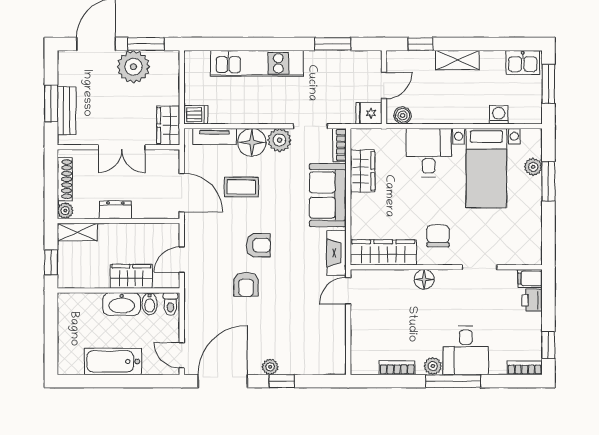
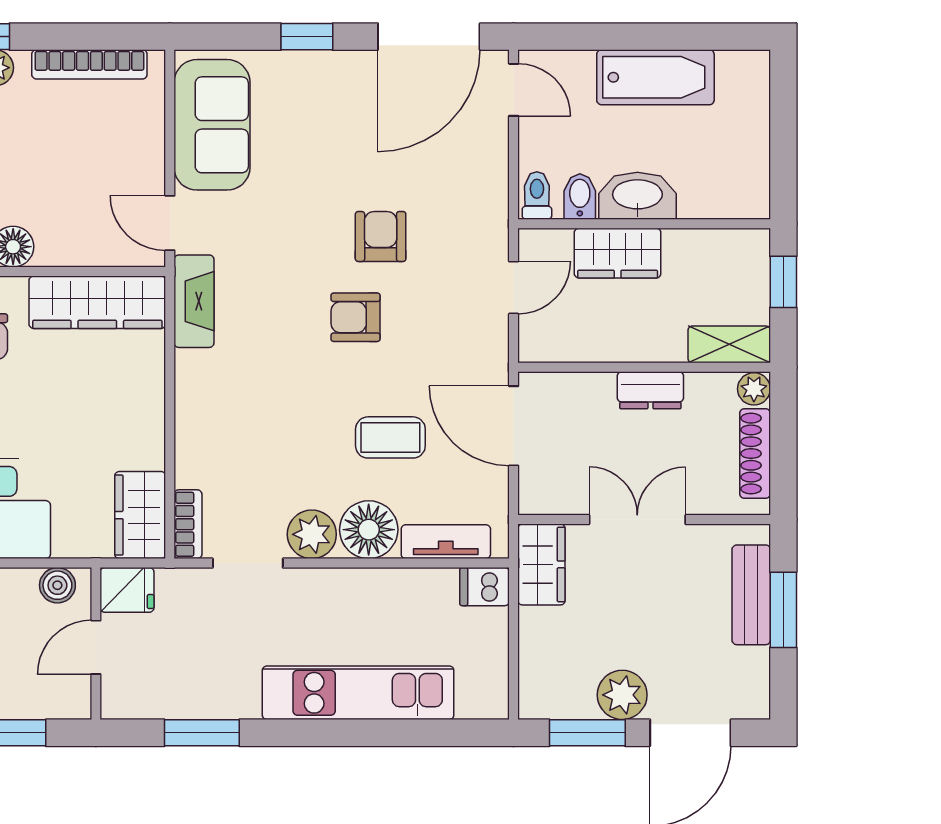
plant: (133, 67) -> (622, 695), width x0.73, depth x0.73
wardrobe: (363, 171) -> (140, 515), moved
sofa: (328, 195) -> (212, 125), moved
door: (348, 291) -> (170, 223), swing flipped
plant: (270, 367) -> (331, 66), removed
bookcase: (397, 368) -> (89, 64), width x1.56

